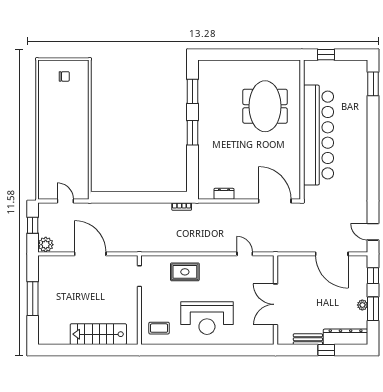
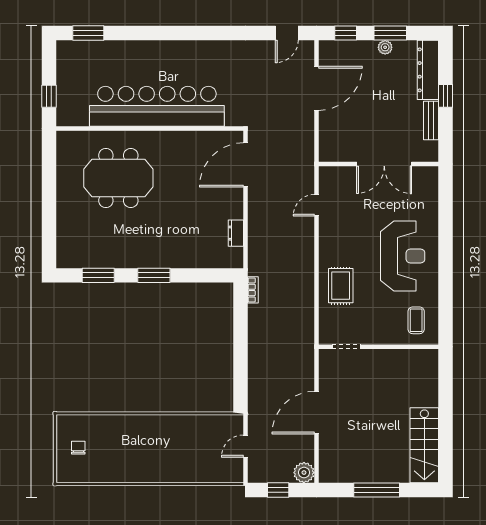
stairs: (98, 334) -> (424, 445), moved

